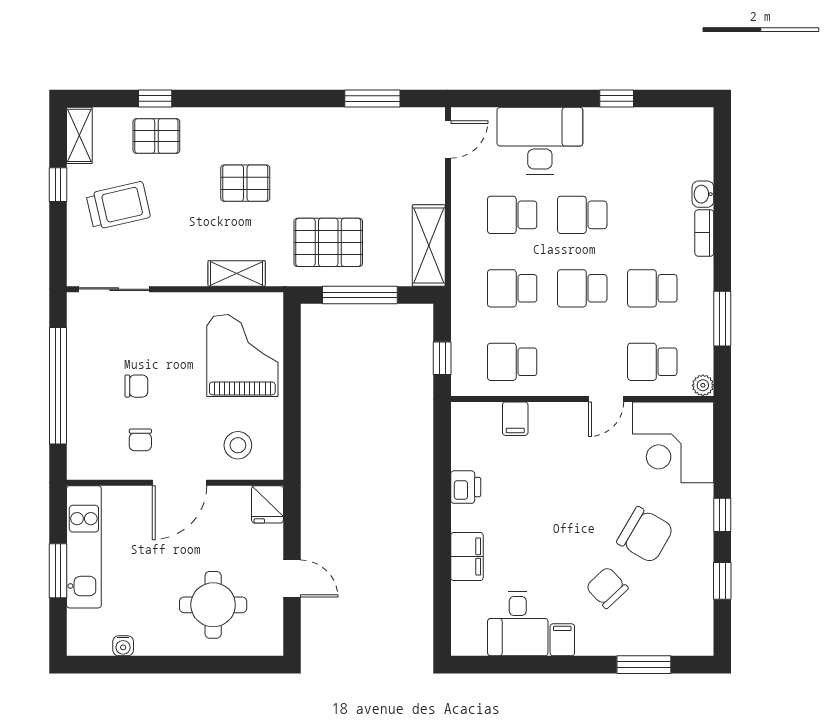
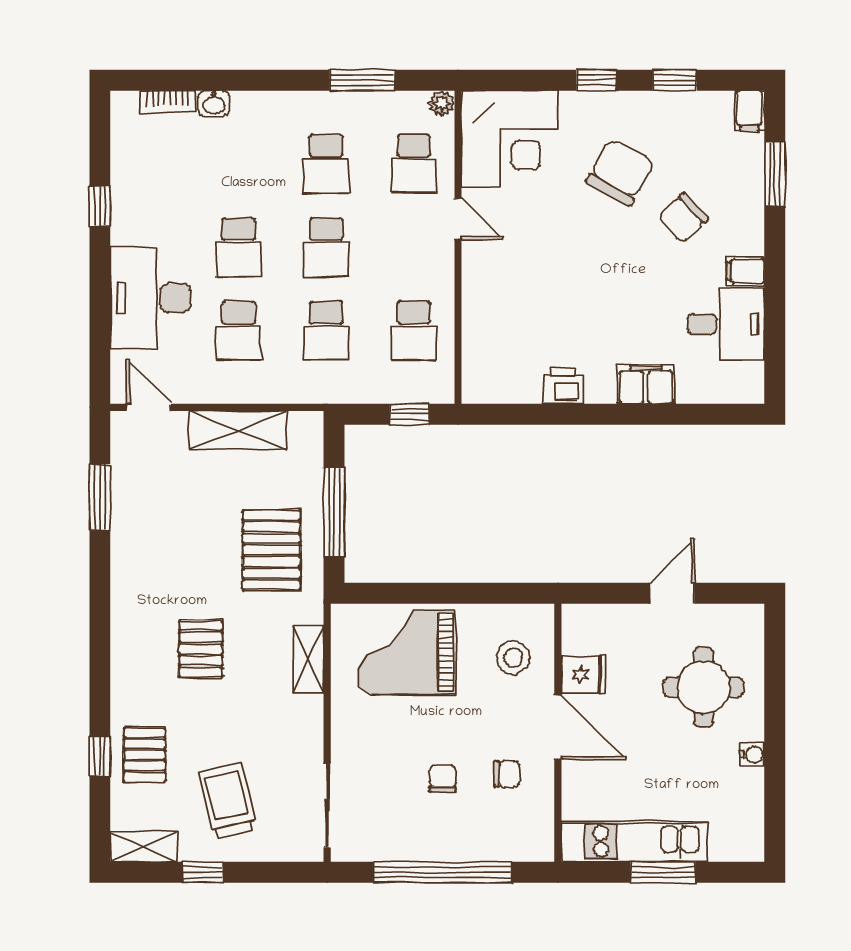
bookcase: (704, 233) -> (167, 102), moved
shelving: (429, 246) -> (238, 430), moved
filing cabinet: (515, 419) -> (749, 111), moved, turned 90
fridge: (267, 504) -> (584, 674), moved
water cooler: (123, 646) -> (752, 755), moved

